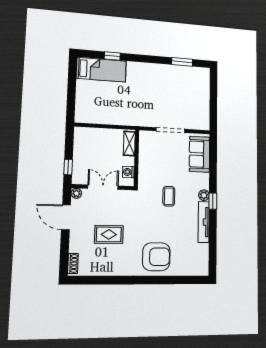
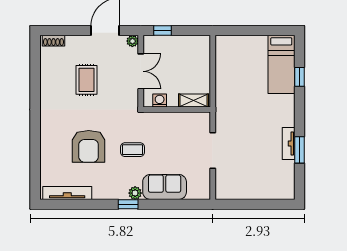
window: (182, 62) -> (300, 150), moved
tv unit: (166, 69) -> (289, 144), added
sofa: (199, 154) -> (165, 187), moved
tv unit: (204, 222) -> (67, 193), moved
armchair: (156, 257) -> (89, 146), moved

